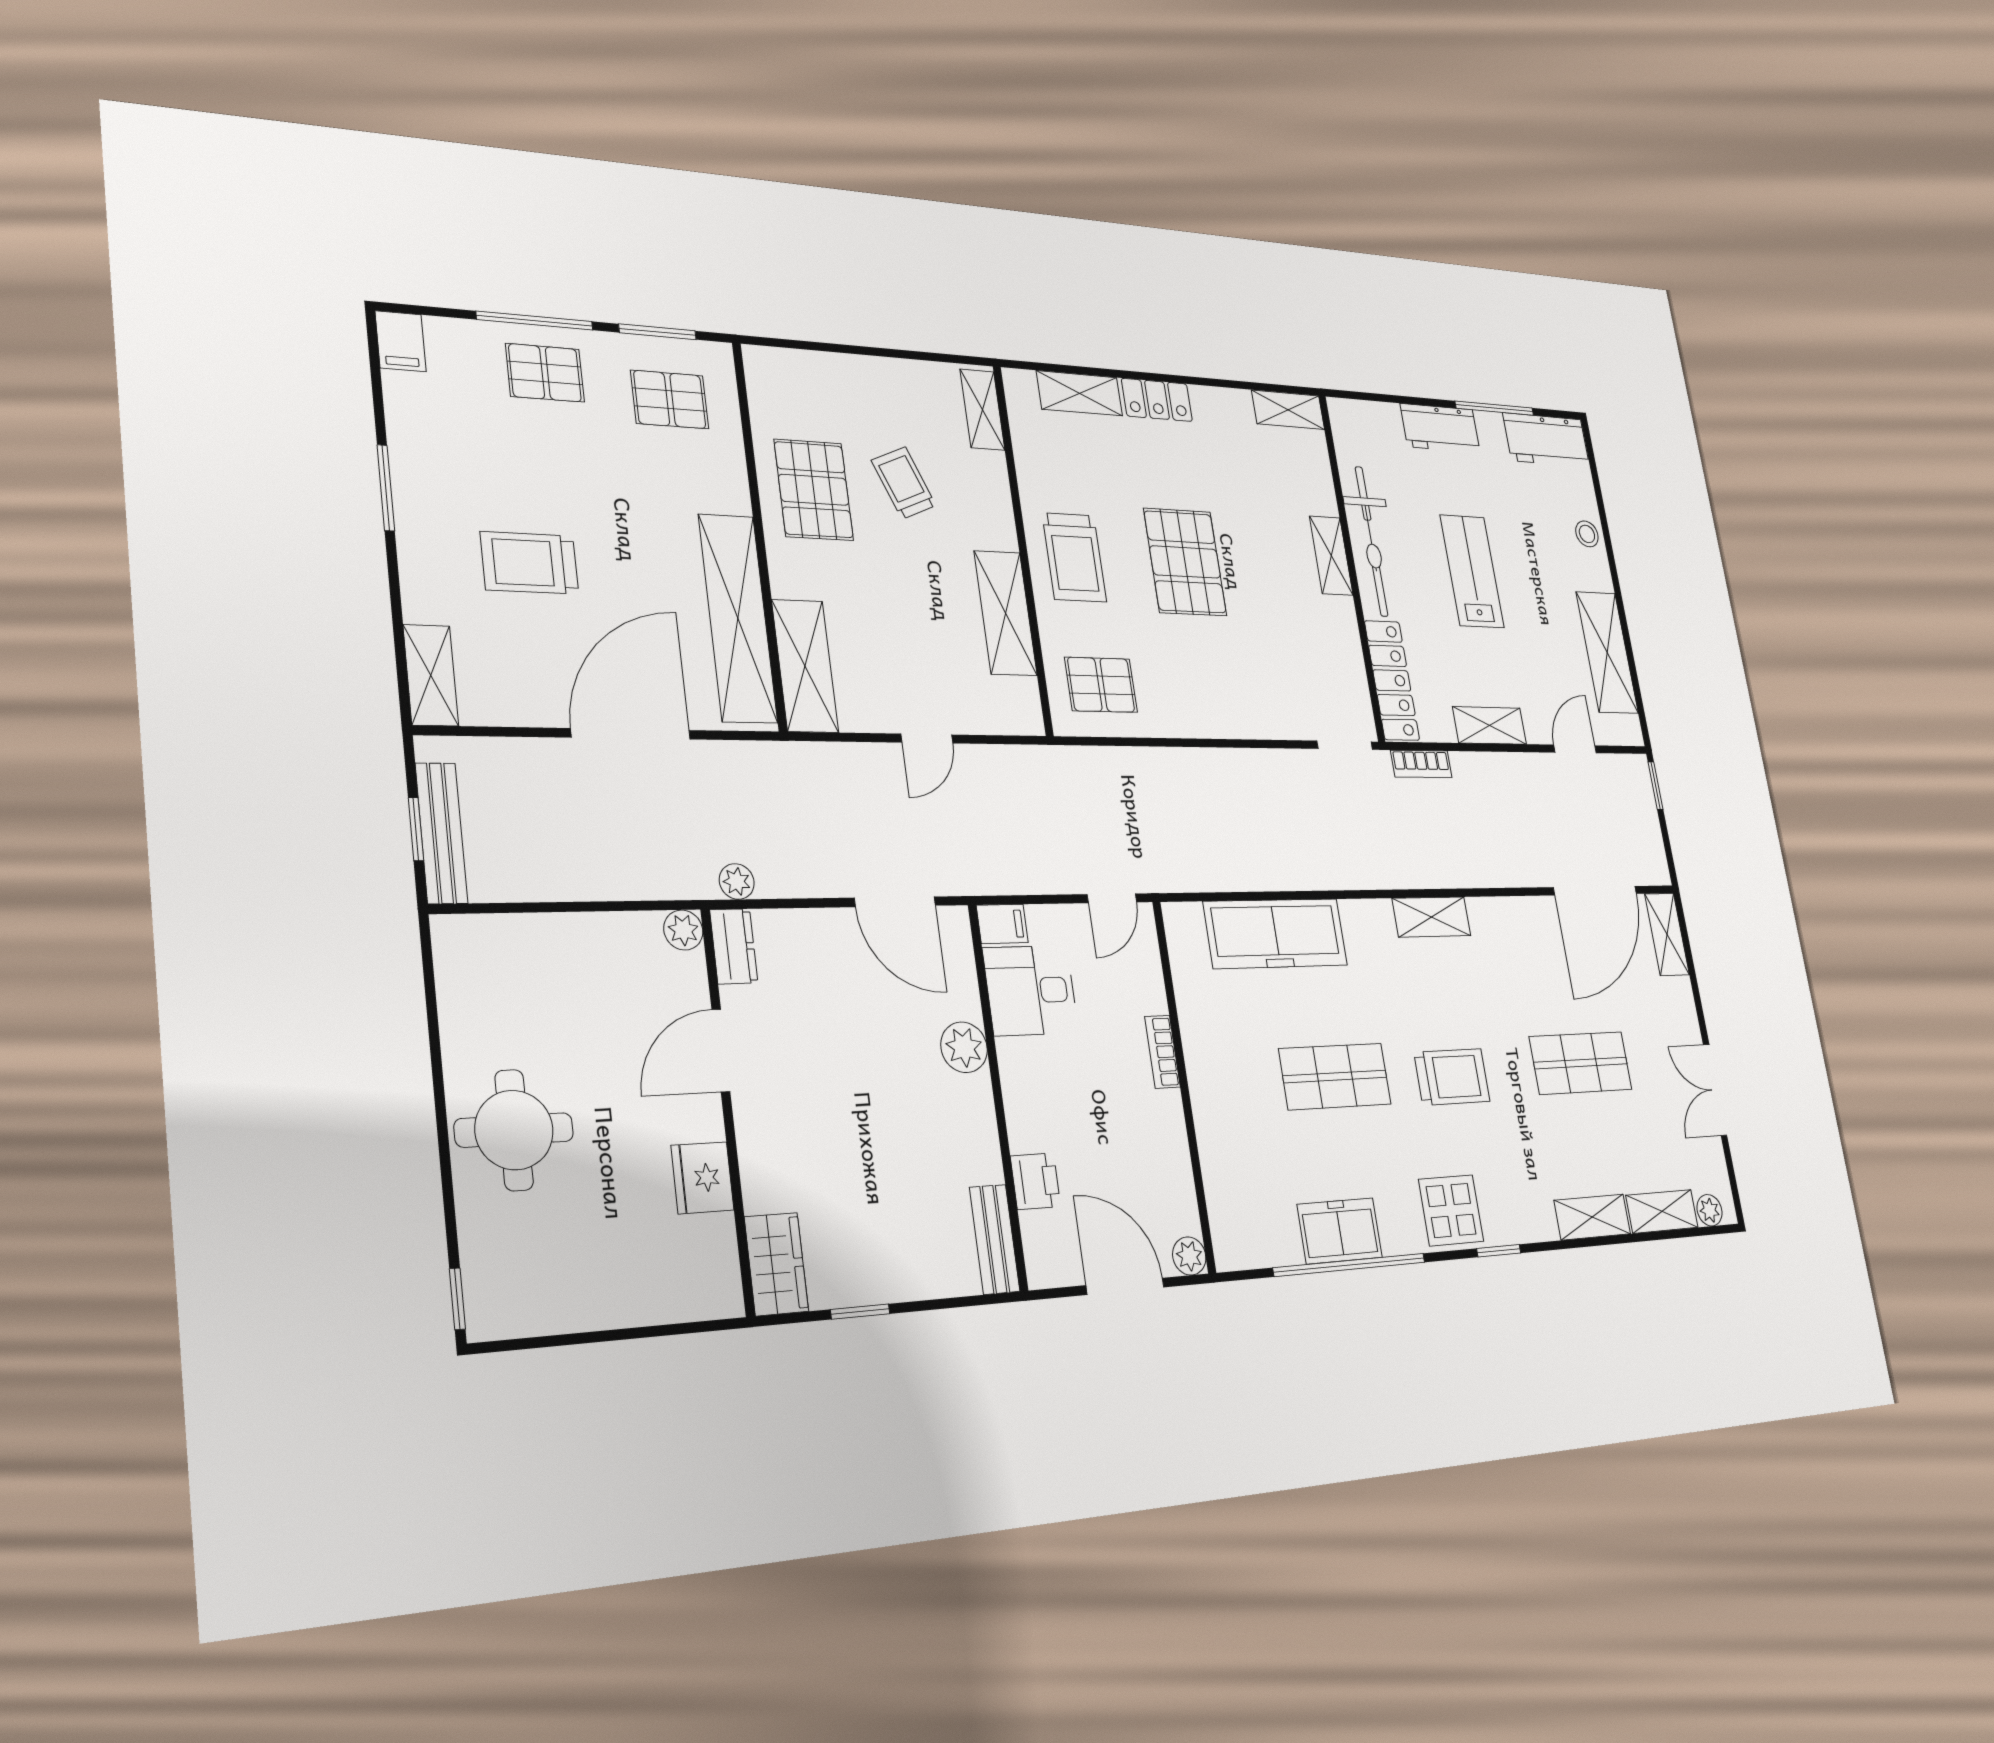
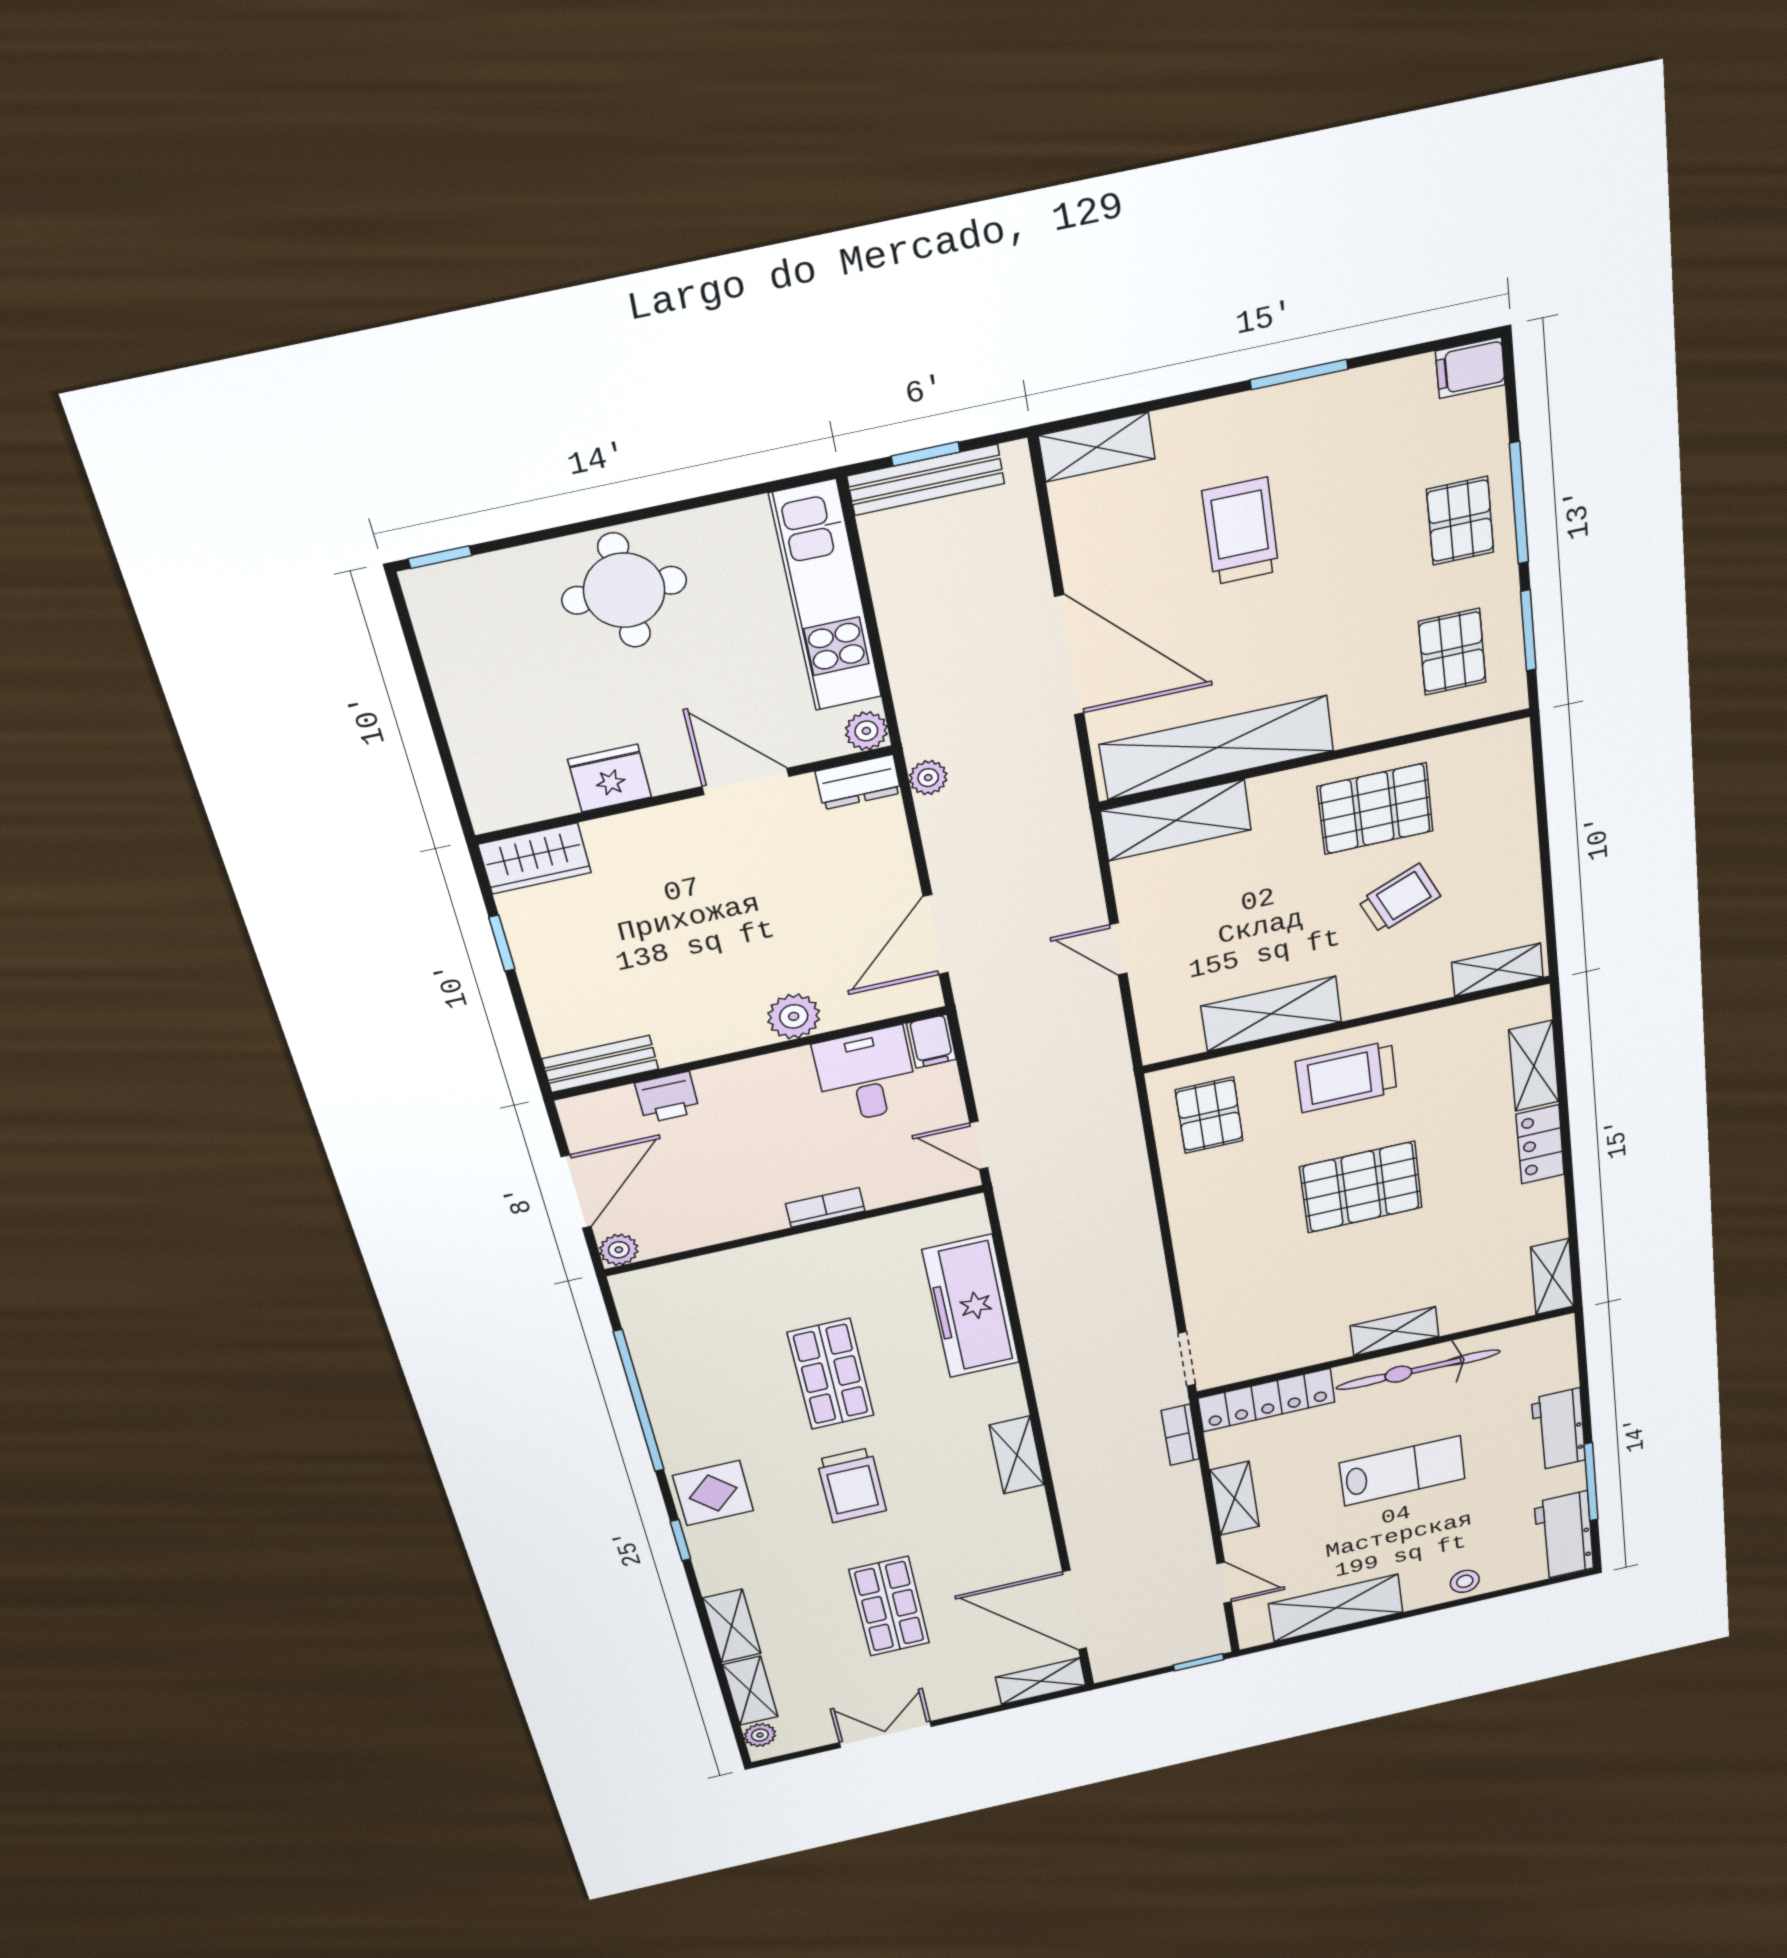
kitchen unit: (545, 944) -> (826, 597), added
freezer: (1340, 1231) -> (672, 1390), removed

